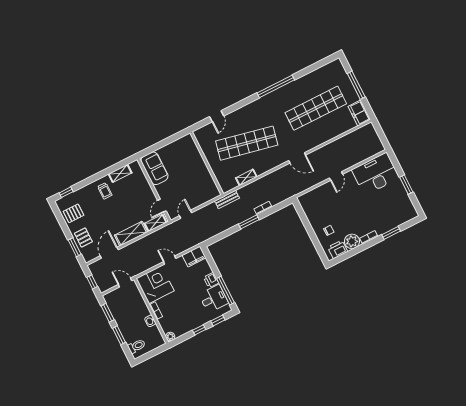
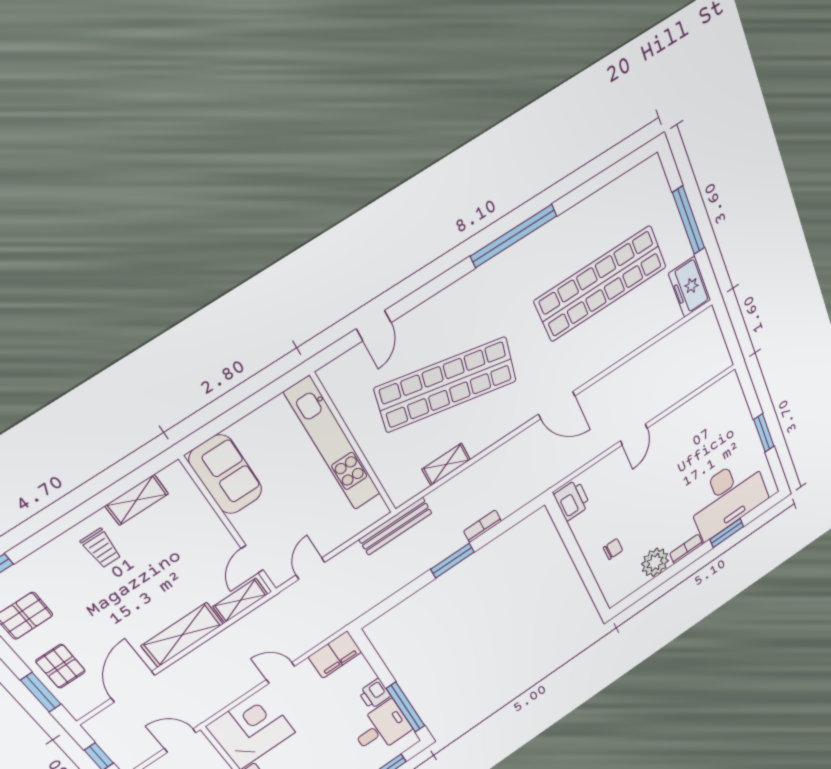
kitchen unit: (198, 162) -> (333, 444), added
desk: (375, 174) -> (728, 497), moved, turned 180
bench: (227, 199) -> (396, 526), width x1.36
printer: (338, 249) -> (572, 500), moved, turned 90

